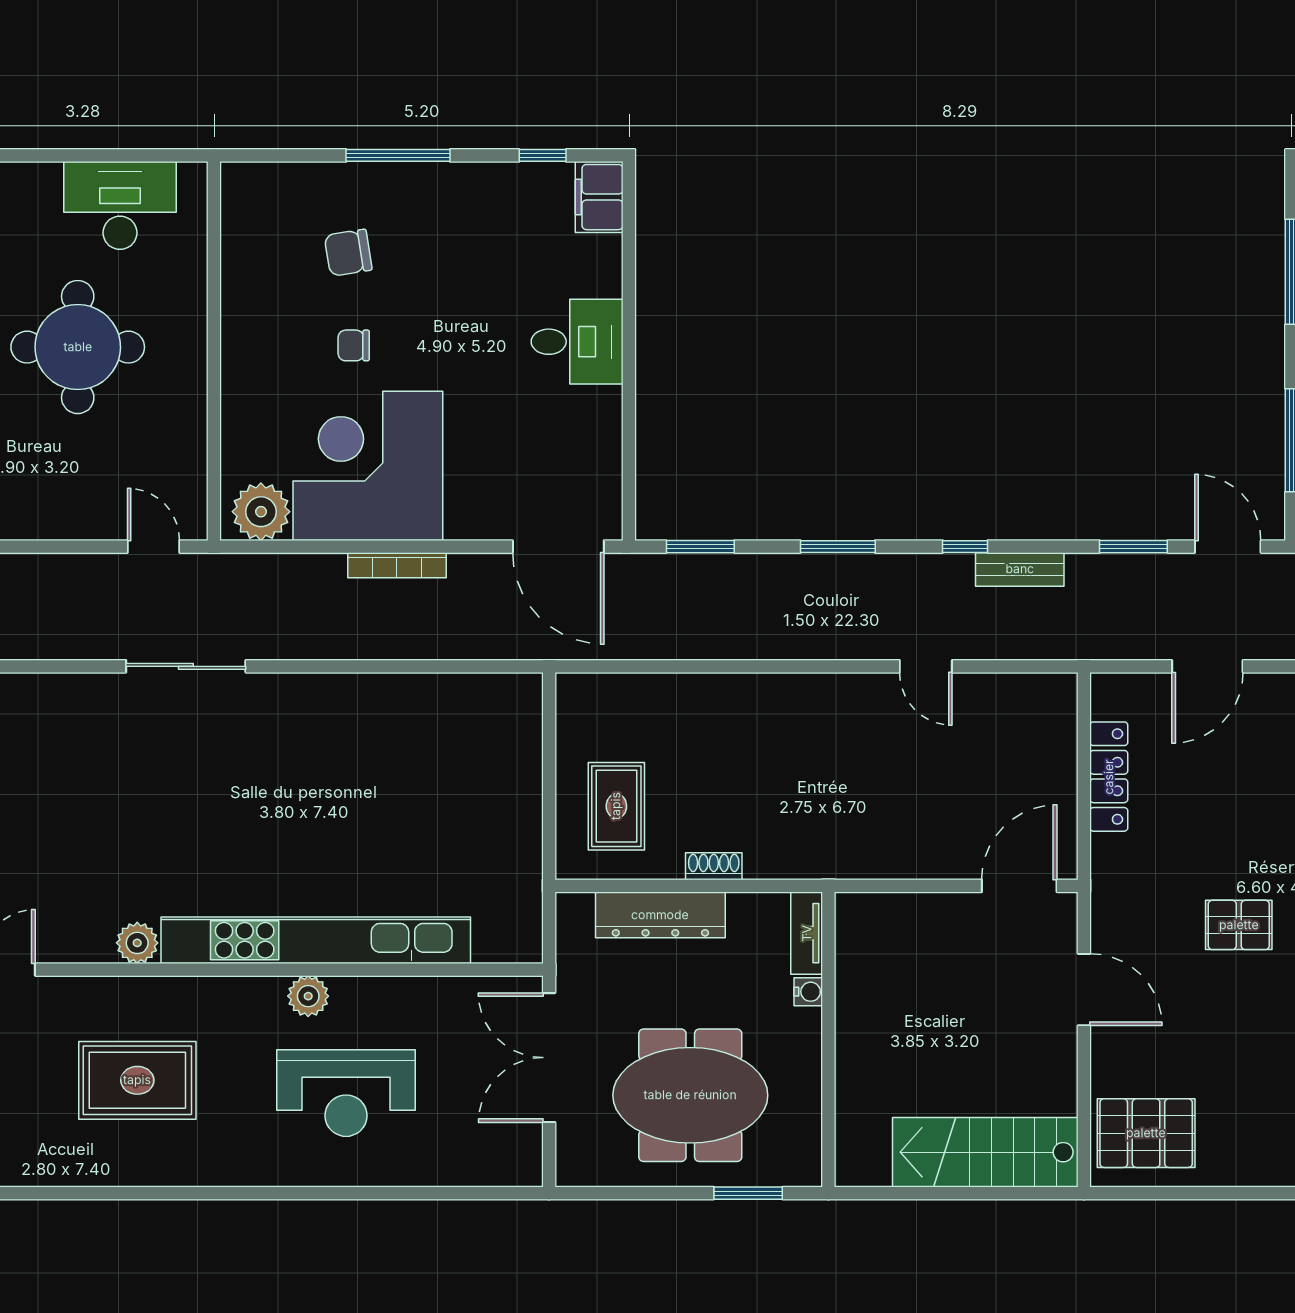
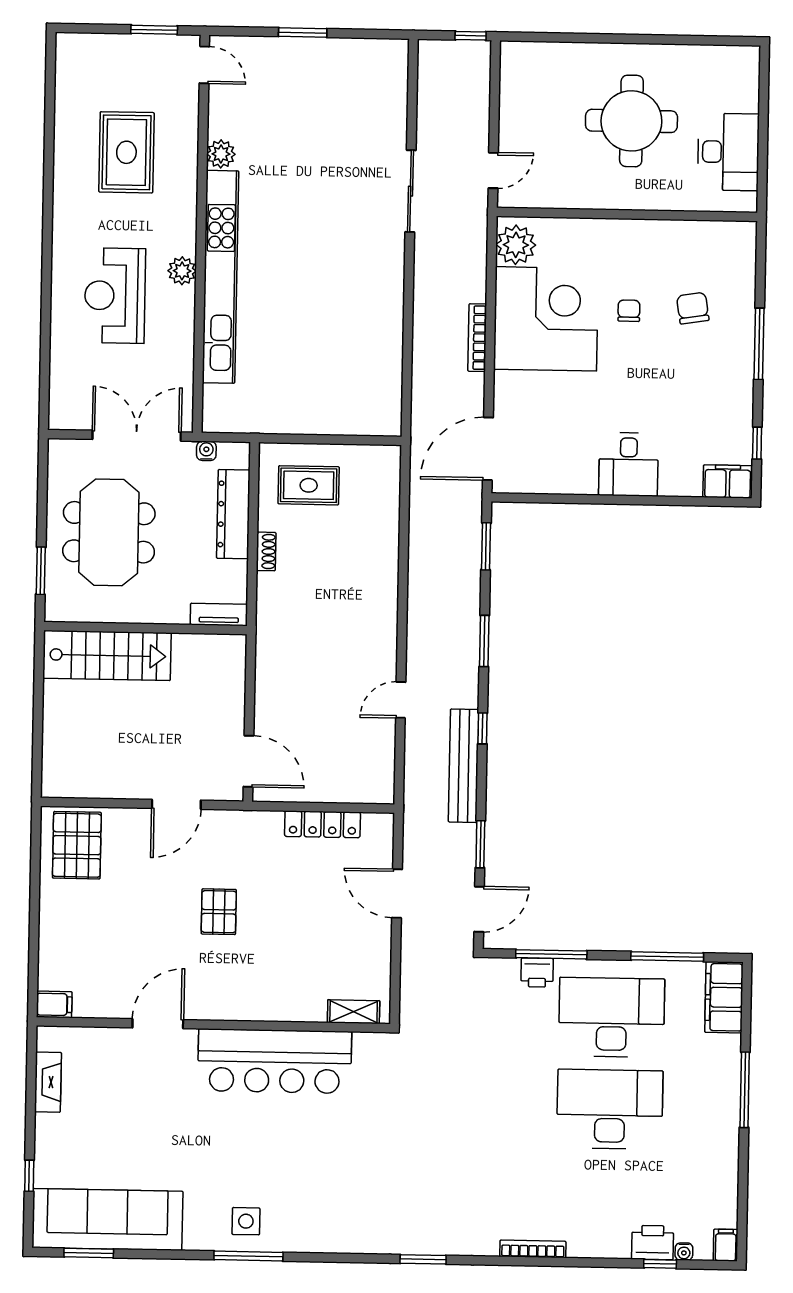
bench: (1020, 569) -> (464, 766), width x1.86, depth x1.21
water cooler: (808, 992) -> (206, 451), moved, turned 180
stairs: (985, 1152) -> (107, 655), moved, turned 90

